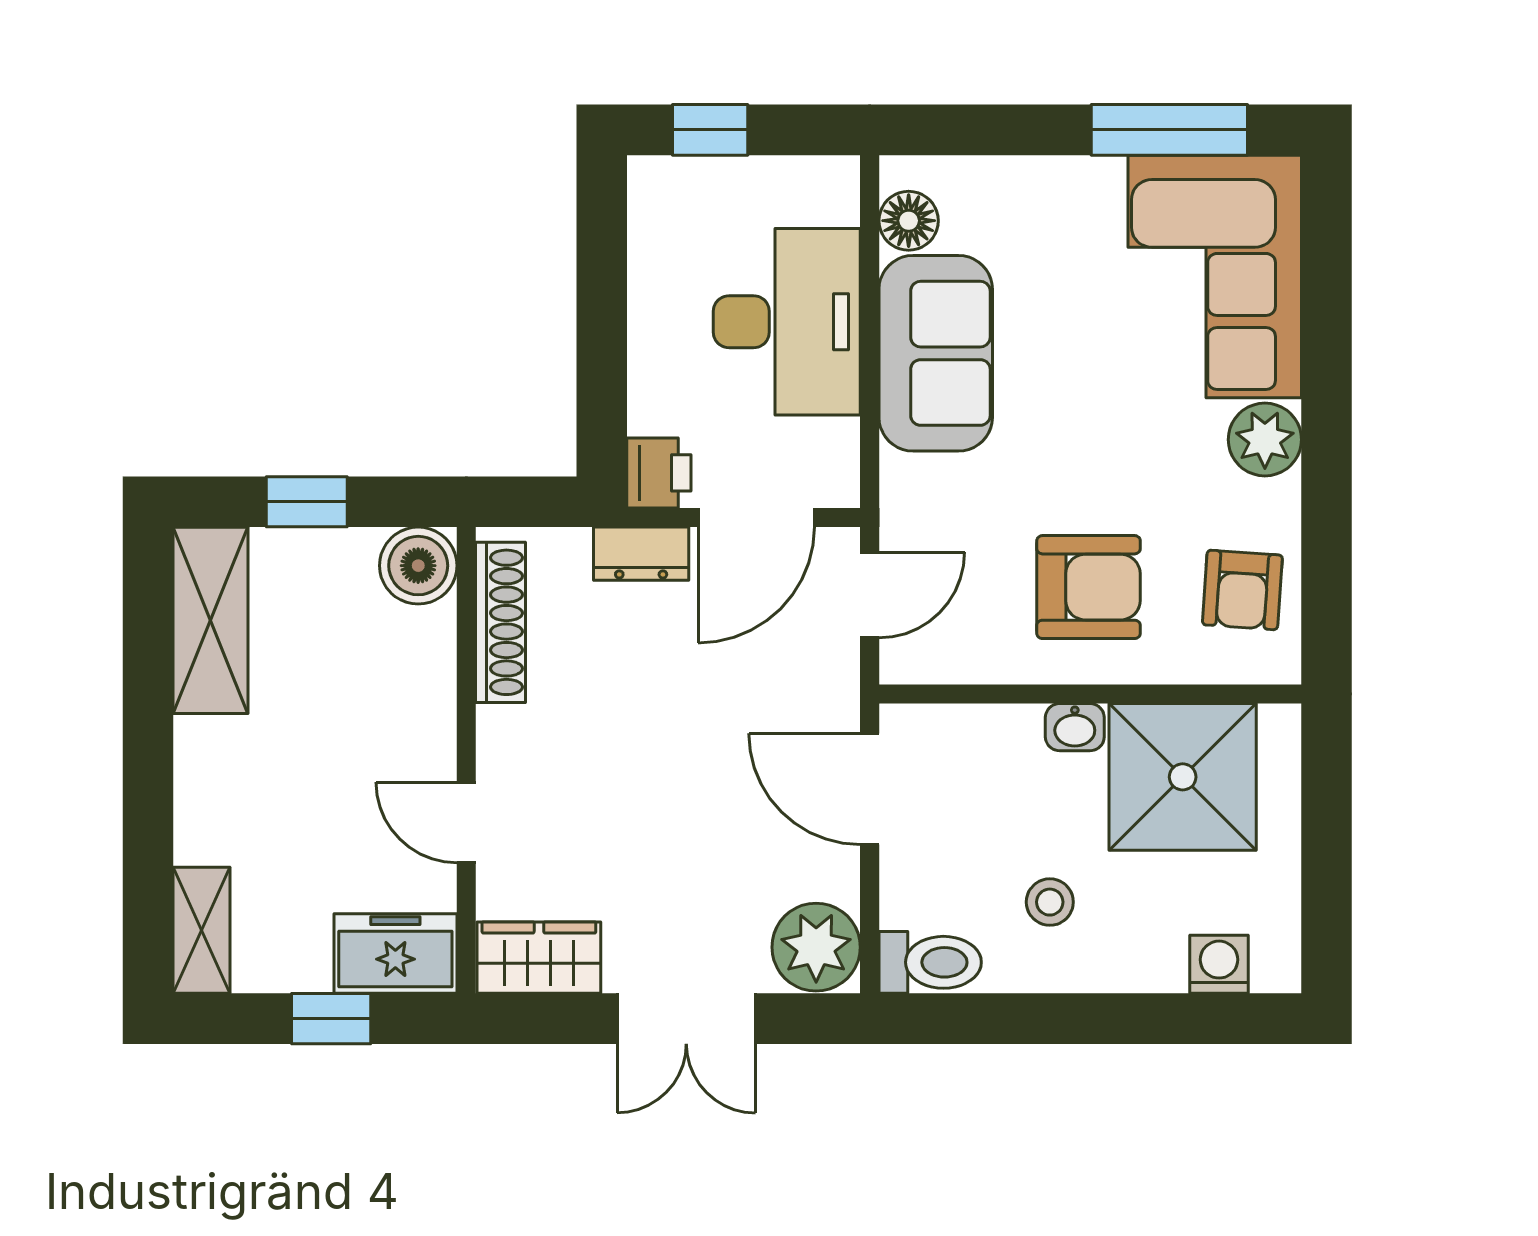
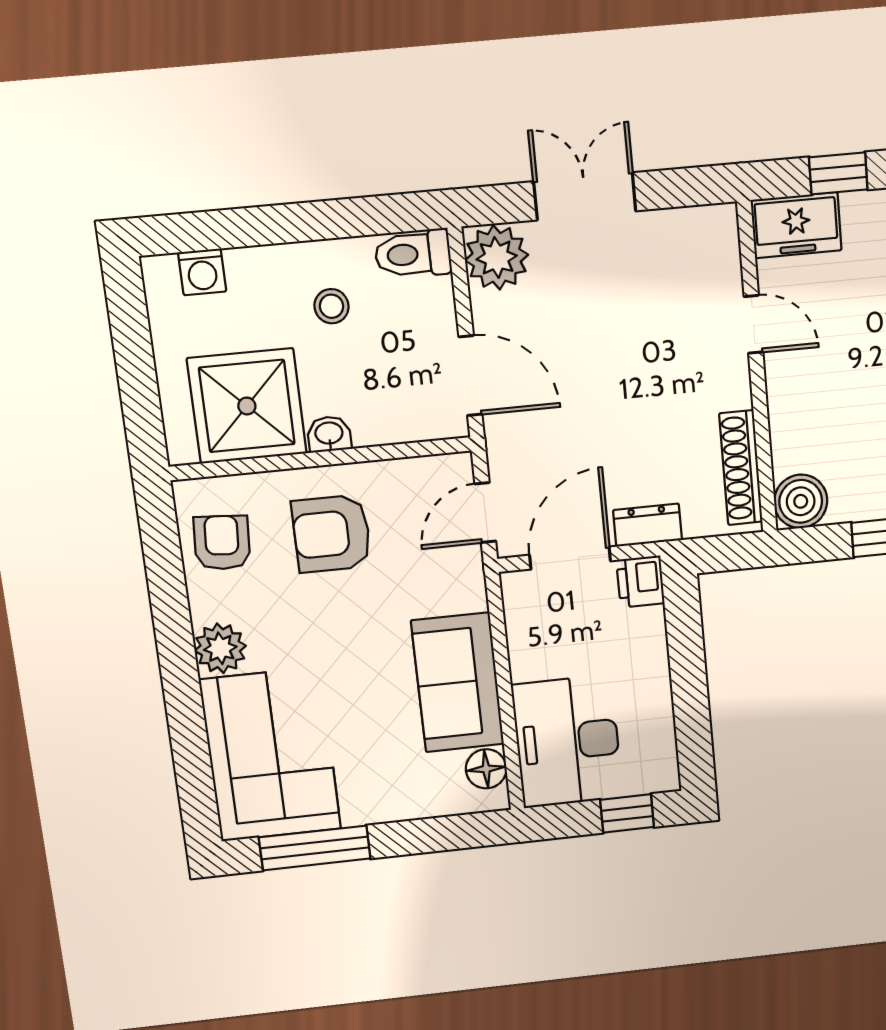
desk: (787, 322) -> (567, 741), moved
wardrobe: (539, 958) -> (694, 232), removed

